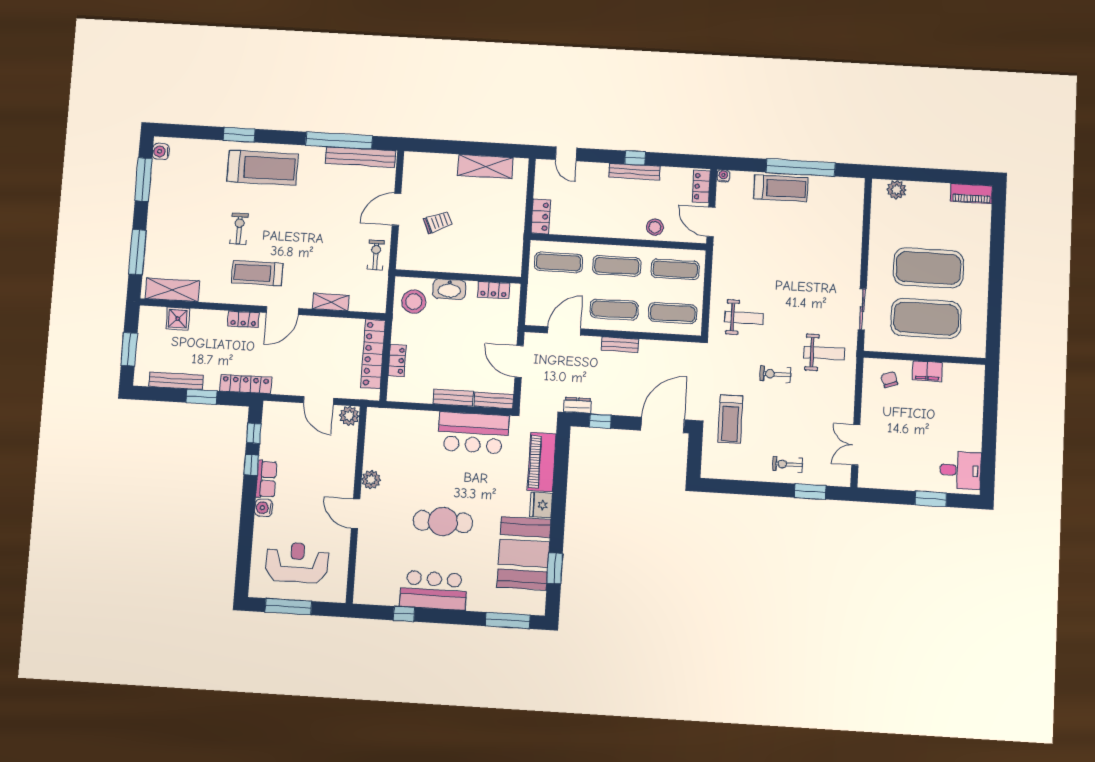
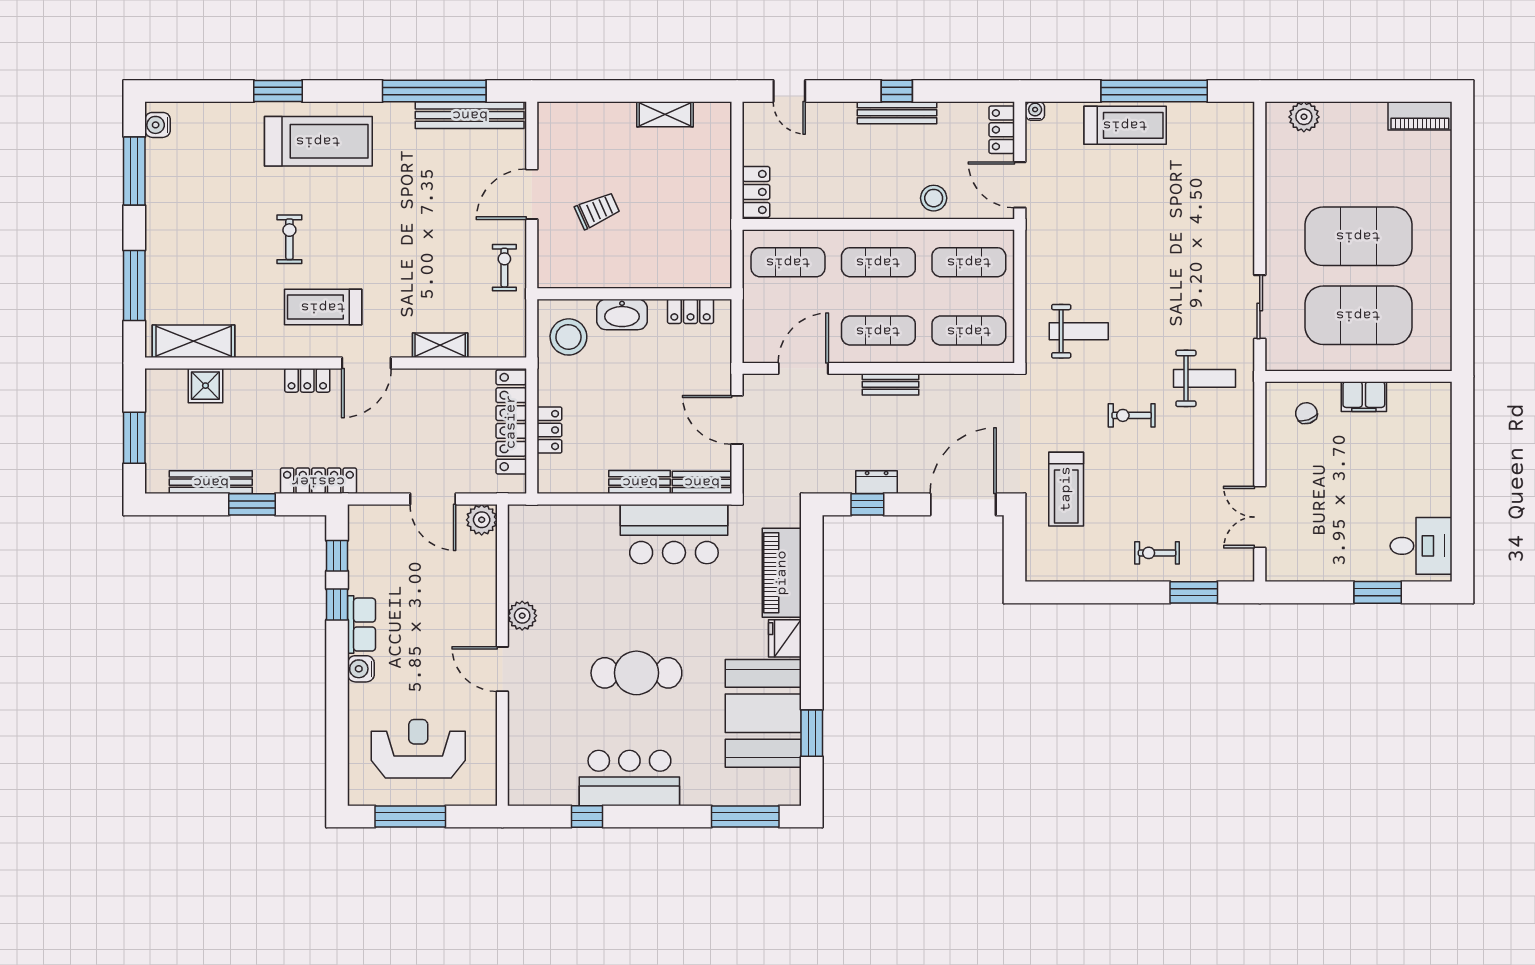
shelving: (485, 167) -> (665, 114), width x0.67, depth x0.75
dresser: (577, 405) -> (877, 482), moved

